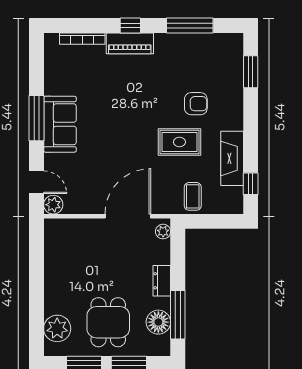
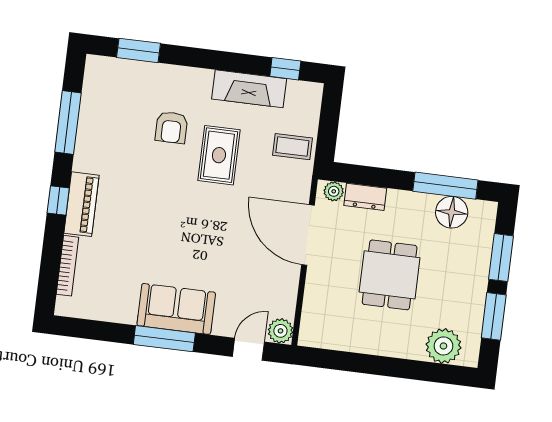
armchair: (196, 104) -> (171, 127), turned 180
dresser: (162, 281) -> (365, 197), moved
dining table: (108, 322) -> (390, 275), moved, turned 90

